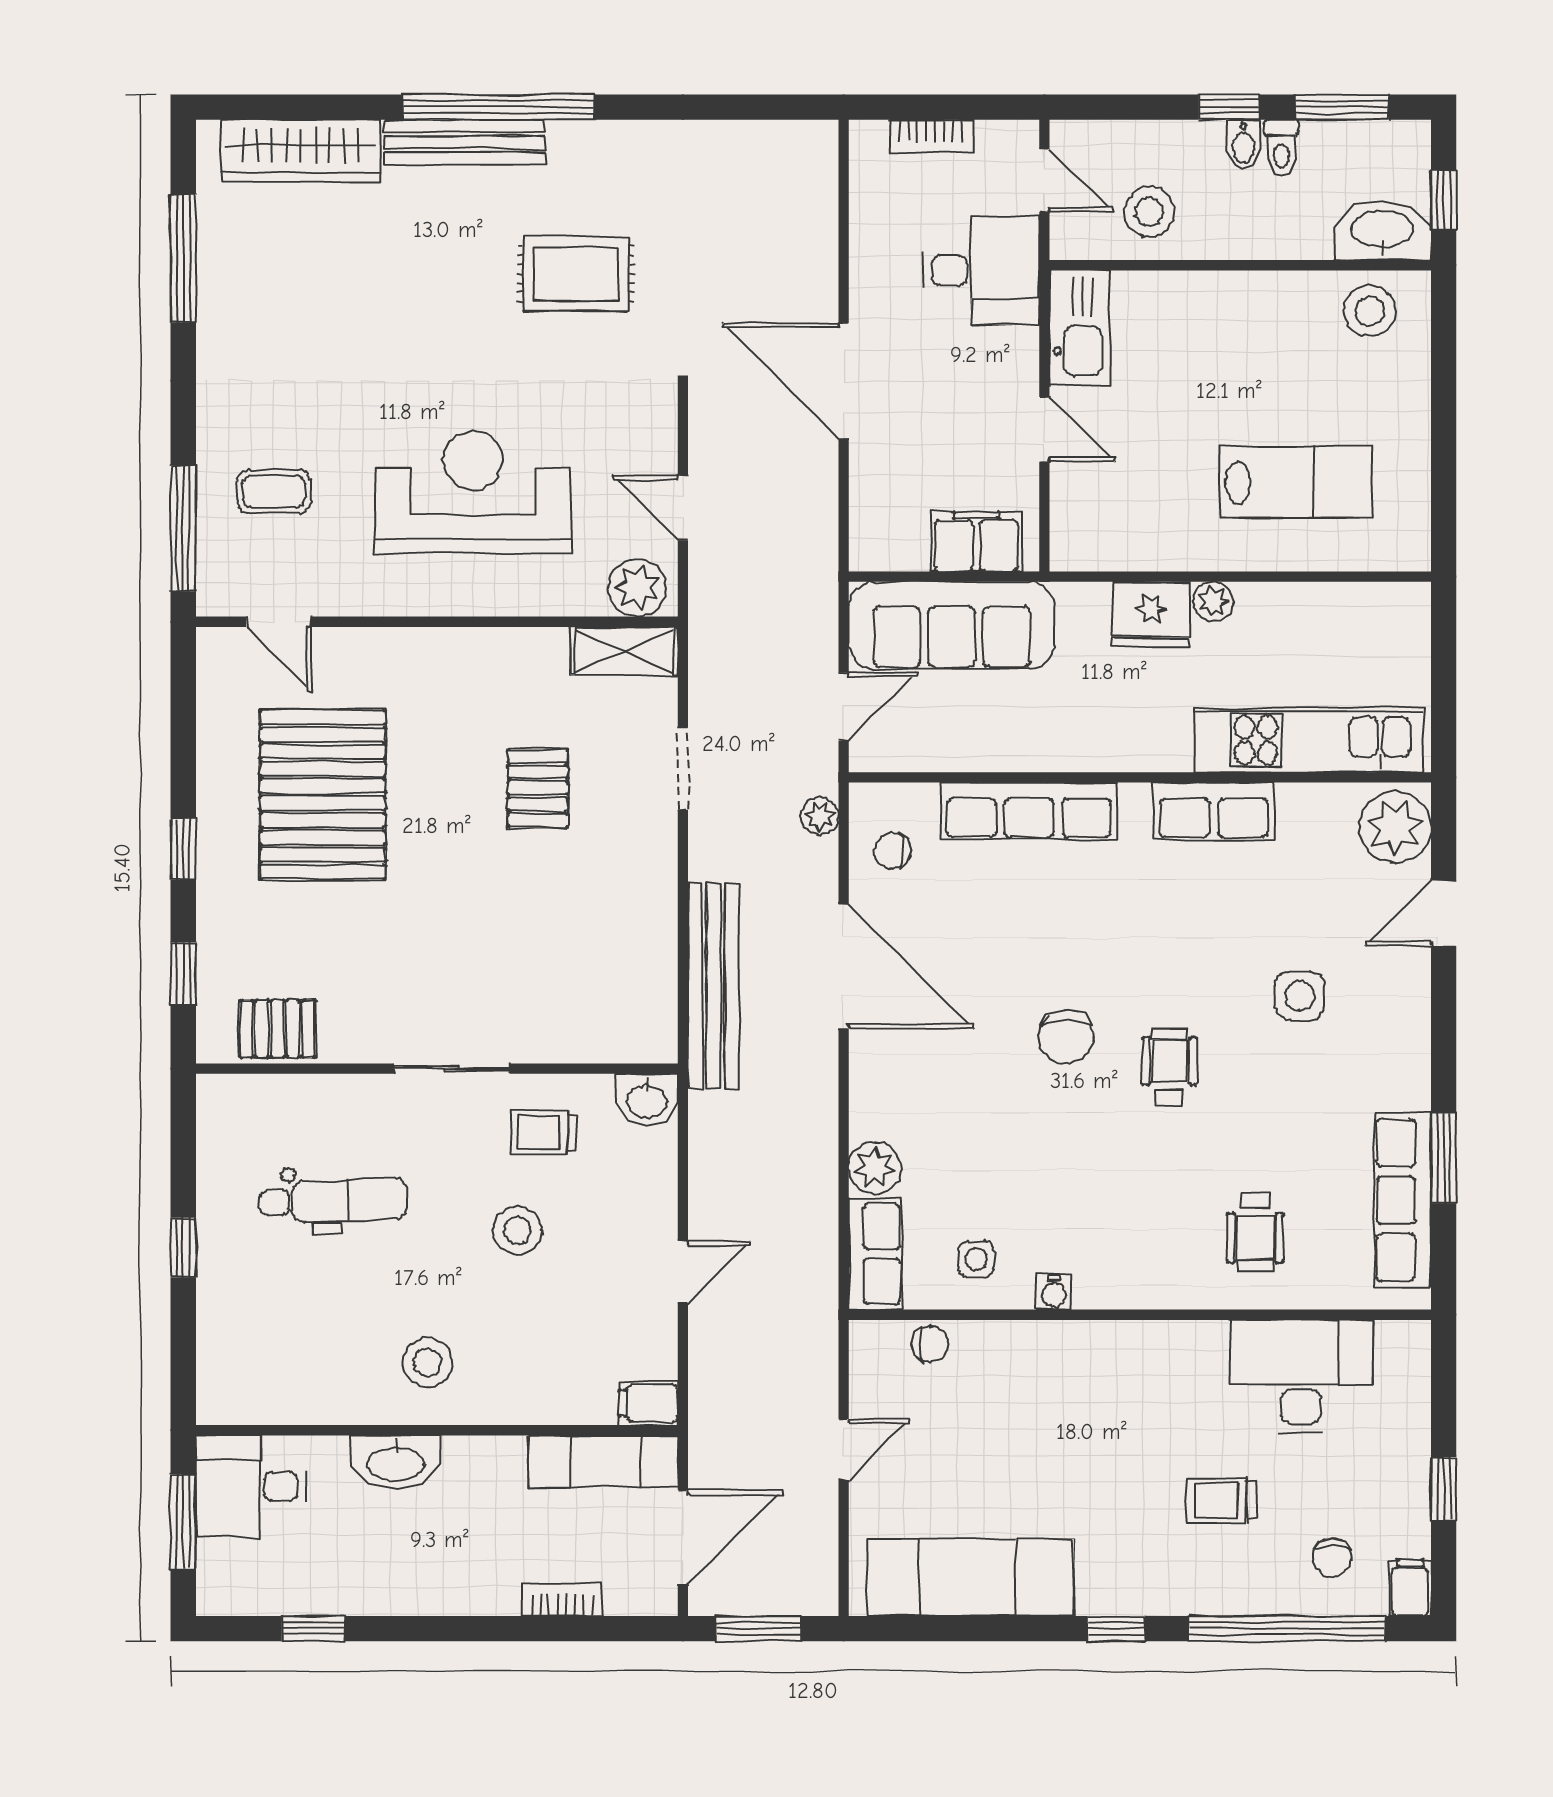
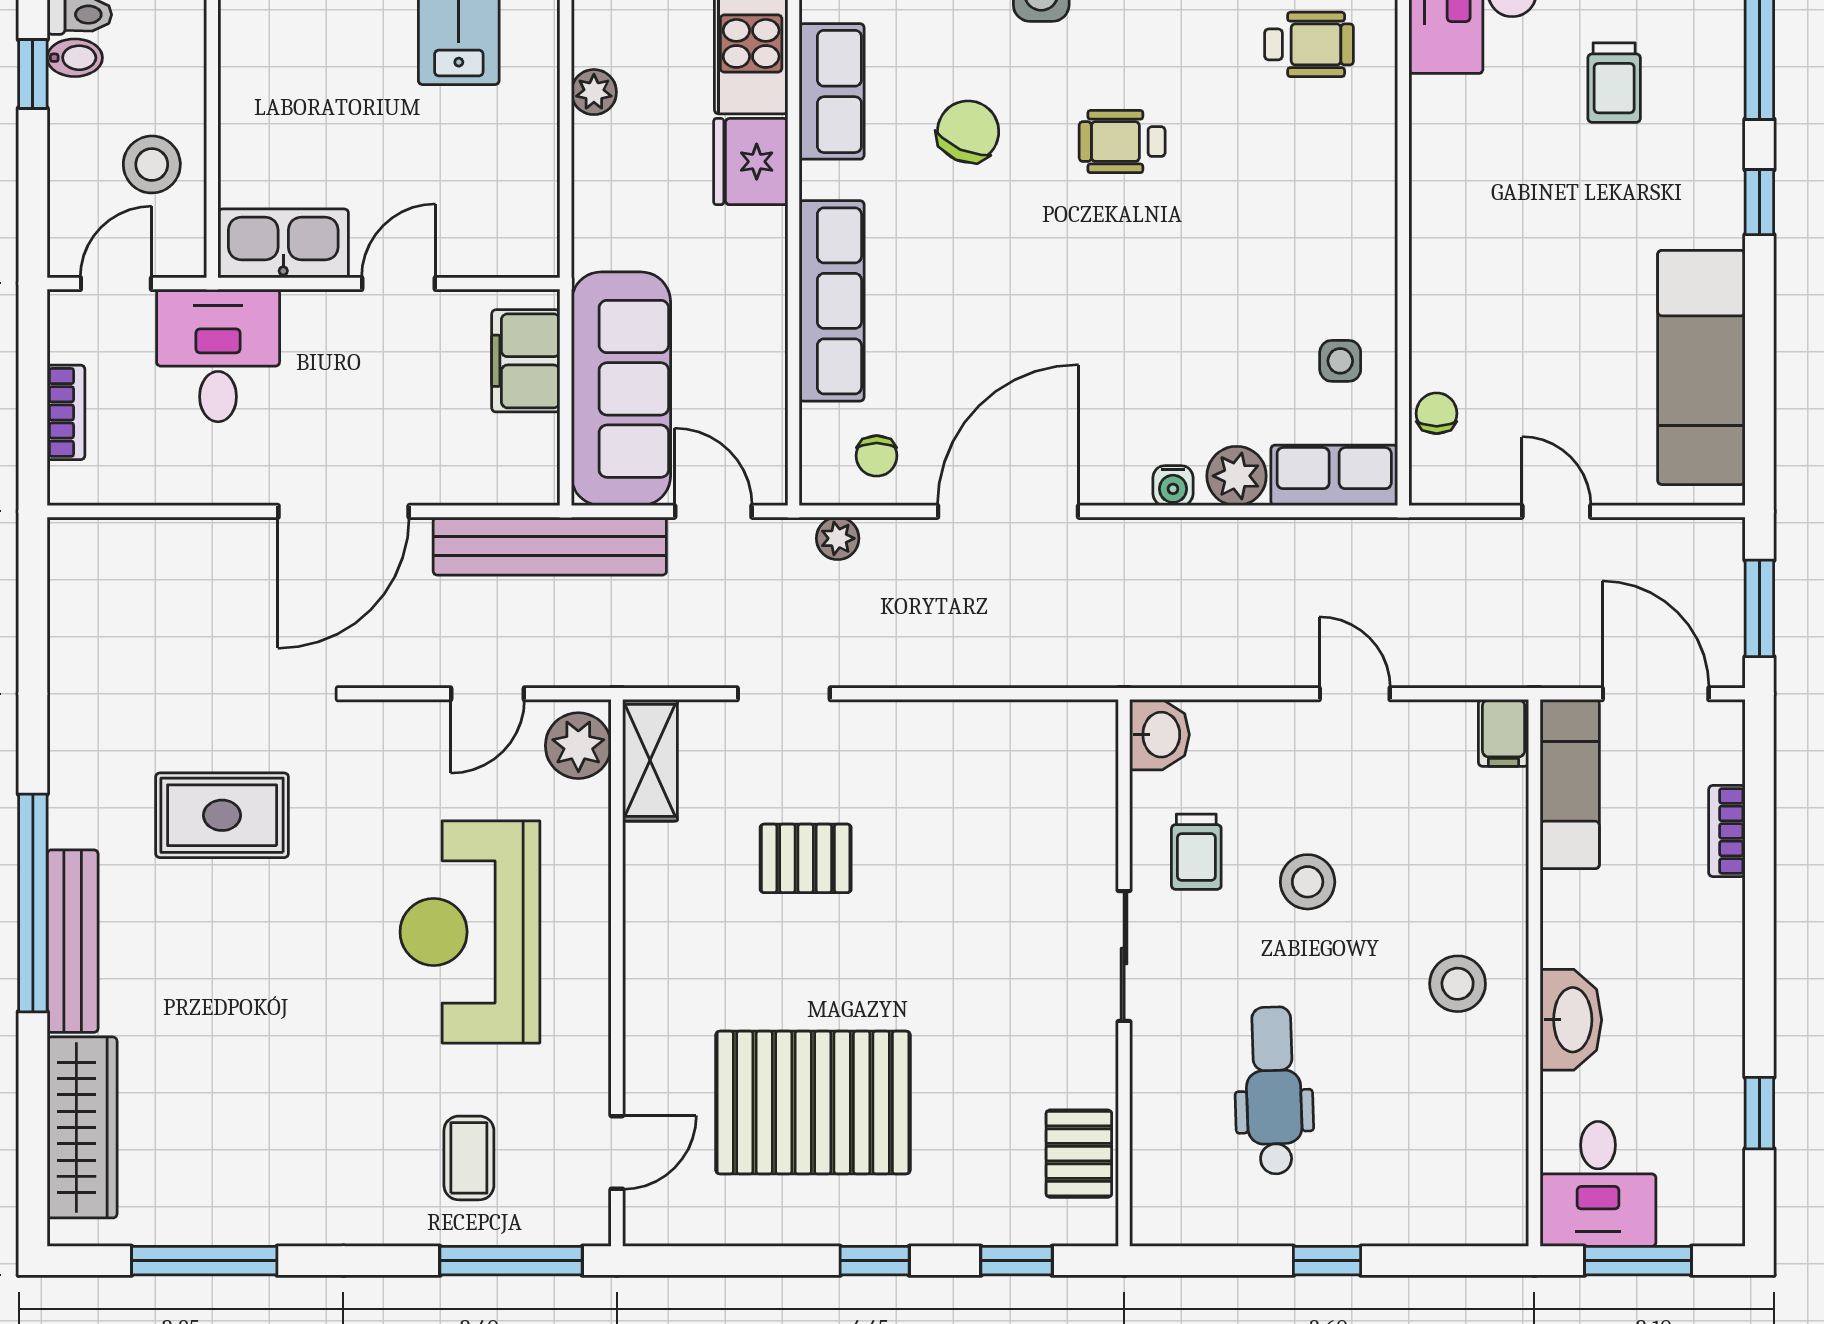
rug: (576, 274) -> (222, 815), turned 90
fridge: (1151, 614) -> (751, 162), moved, turned 180
bench: (714, 986) -> (550, 546), moved
chair: (1066, 1037) -> (968, 132), moved, turned -66
water cooler: (1054, 1292) -> (1173, 486), moved, turned 90

